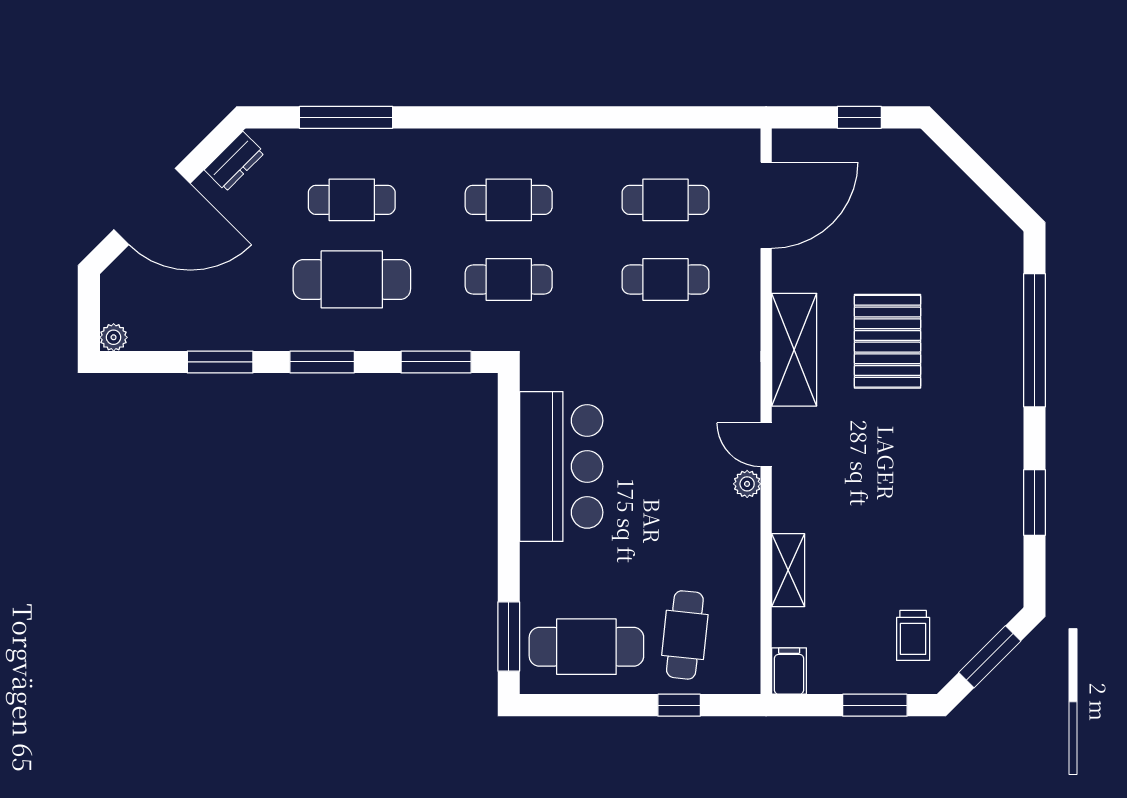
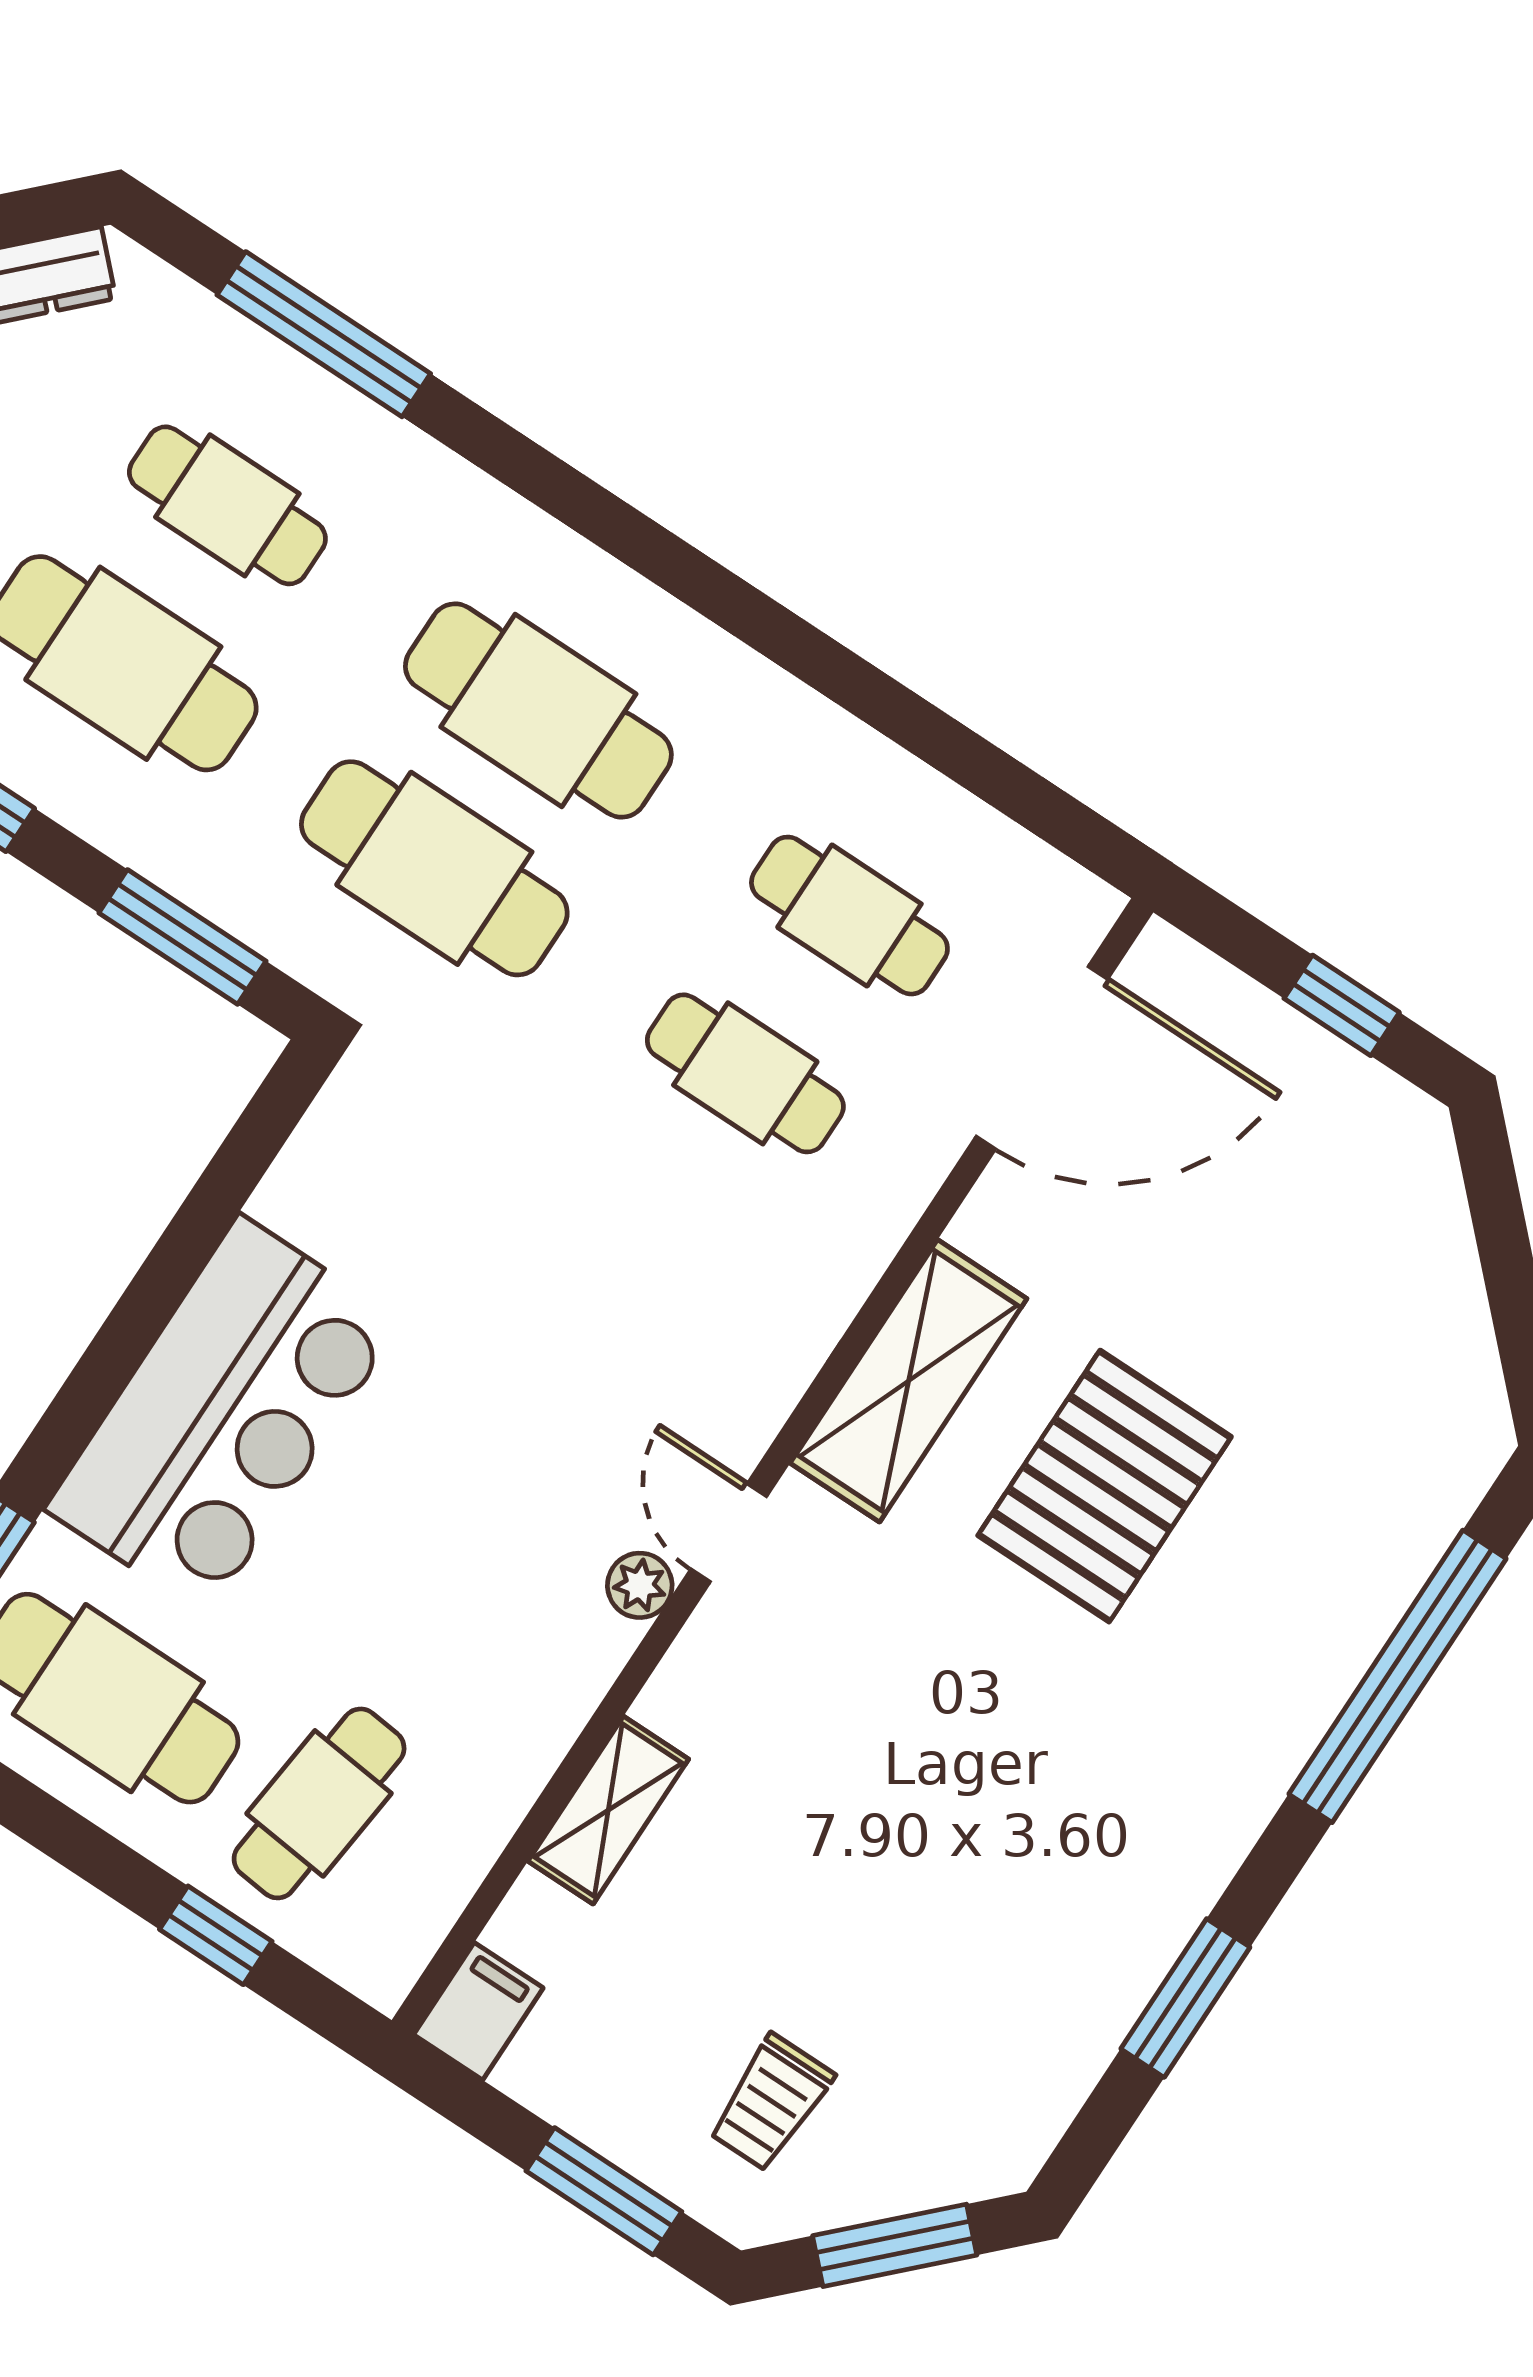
cafe table: (509, 200) -> (538, 710), width x1.37, depth x1.35
cafe table: (509, 279) -> (434, 868), width x1.37, depth x1.35
bar counter: (561, 466) -> (223, 1415), moved

